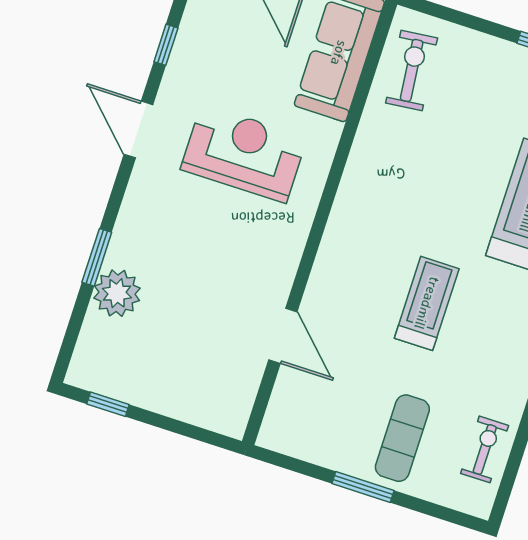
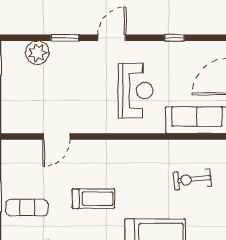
exercise bike: (412, 70) -> (193, 179), moved, turned 180
door: (138, 130) -> (112, 38), moved
plant: (117, 293) -> (37, 53), moved

